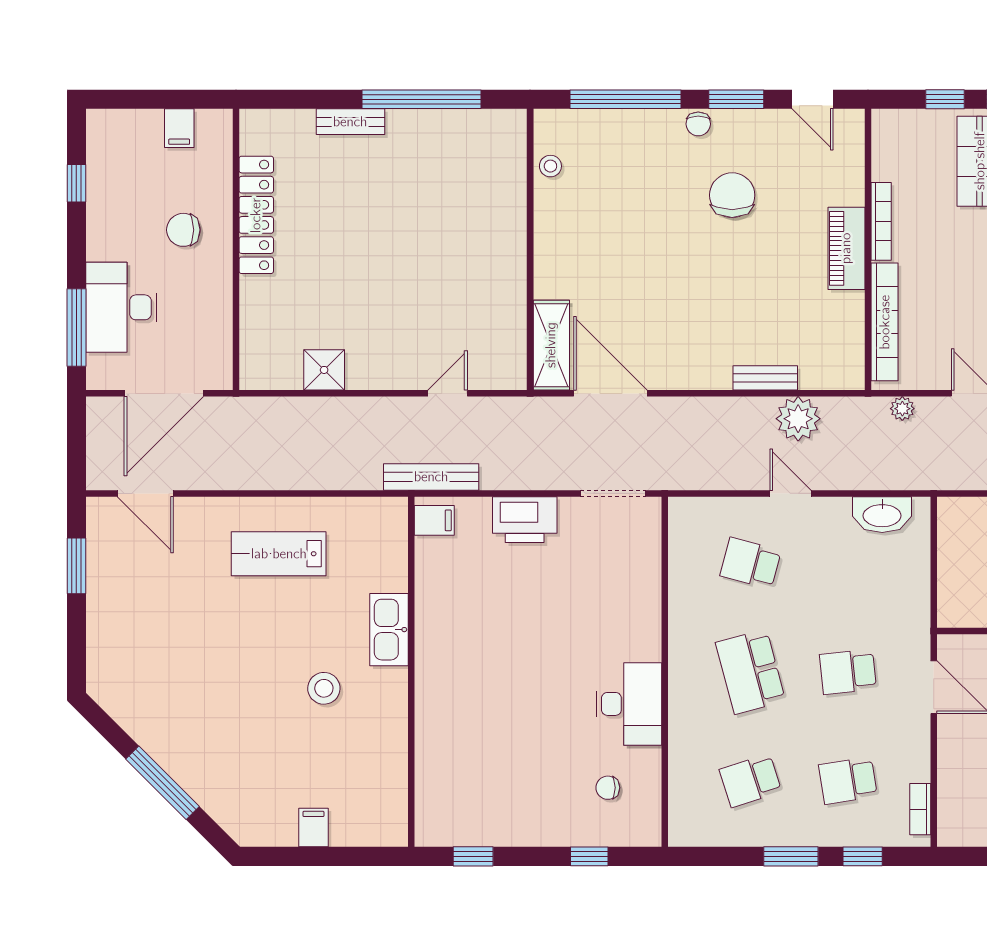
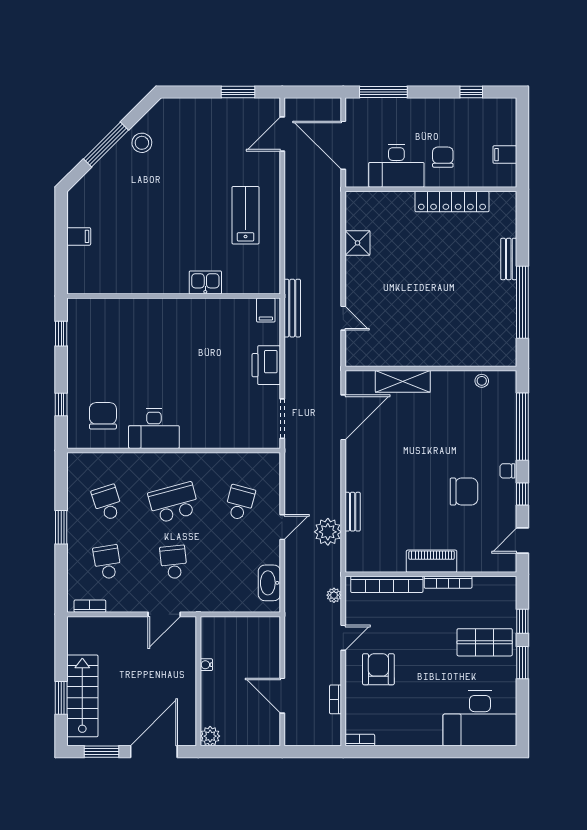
window: (736, 99) -> (522, 494), width x0.67
desk: (121, 307) -> (396, 166), moved, turned 180
shelving: (551, 345) -> (403, 381), moved
kitchen sink: (389, 630) -> (205, 282), width x0.73
stool: (324, 688) -> (142, 143), moved
chair: (608, 788) -> (103, 416), width x1.87, depth x1.87
window: (863, 856) -> (61, 571), removed

